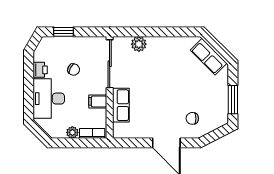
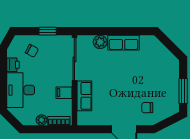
window: (64, 32) -> (48, 31), moved
row of seats: (209, 57) -> (124, 43), moved, turned -45
chair: (74, 70) -> (32, 51), moved

